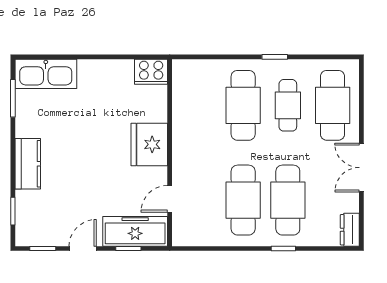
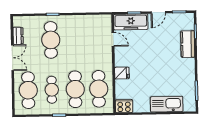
kitchen sink: (46, 74) -> (167, 104), moved
fridge: (149, 144) -> (122, 73), width x0.53, depth x0.75
kitchen counter: (28, 164) -> (188, 44), moved
door: (170, 199) -> (113, 39), hinge flipped
cafe table: (243, 200) -> (99, 89), moved
dresser: (350, 230) -> (18, 36), moved

